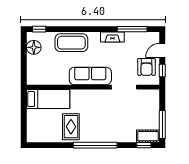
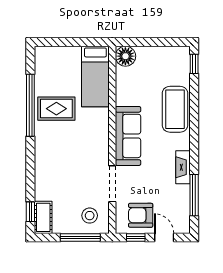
floor lamp: (34, 47) -> (125, 56), moved
stool: (147, 103) -> (90, 216), added
window: (162, 125) -> (80, 237), moved
window: (95, 145) -> (30, 105), moved

